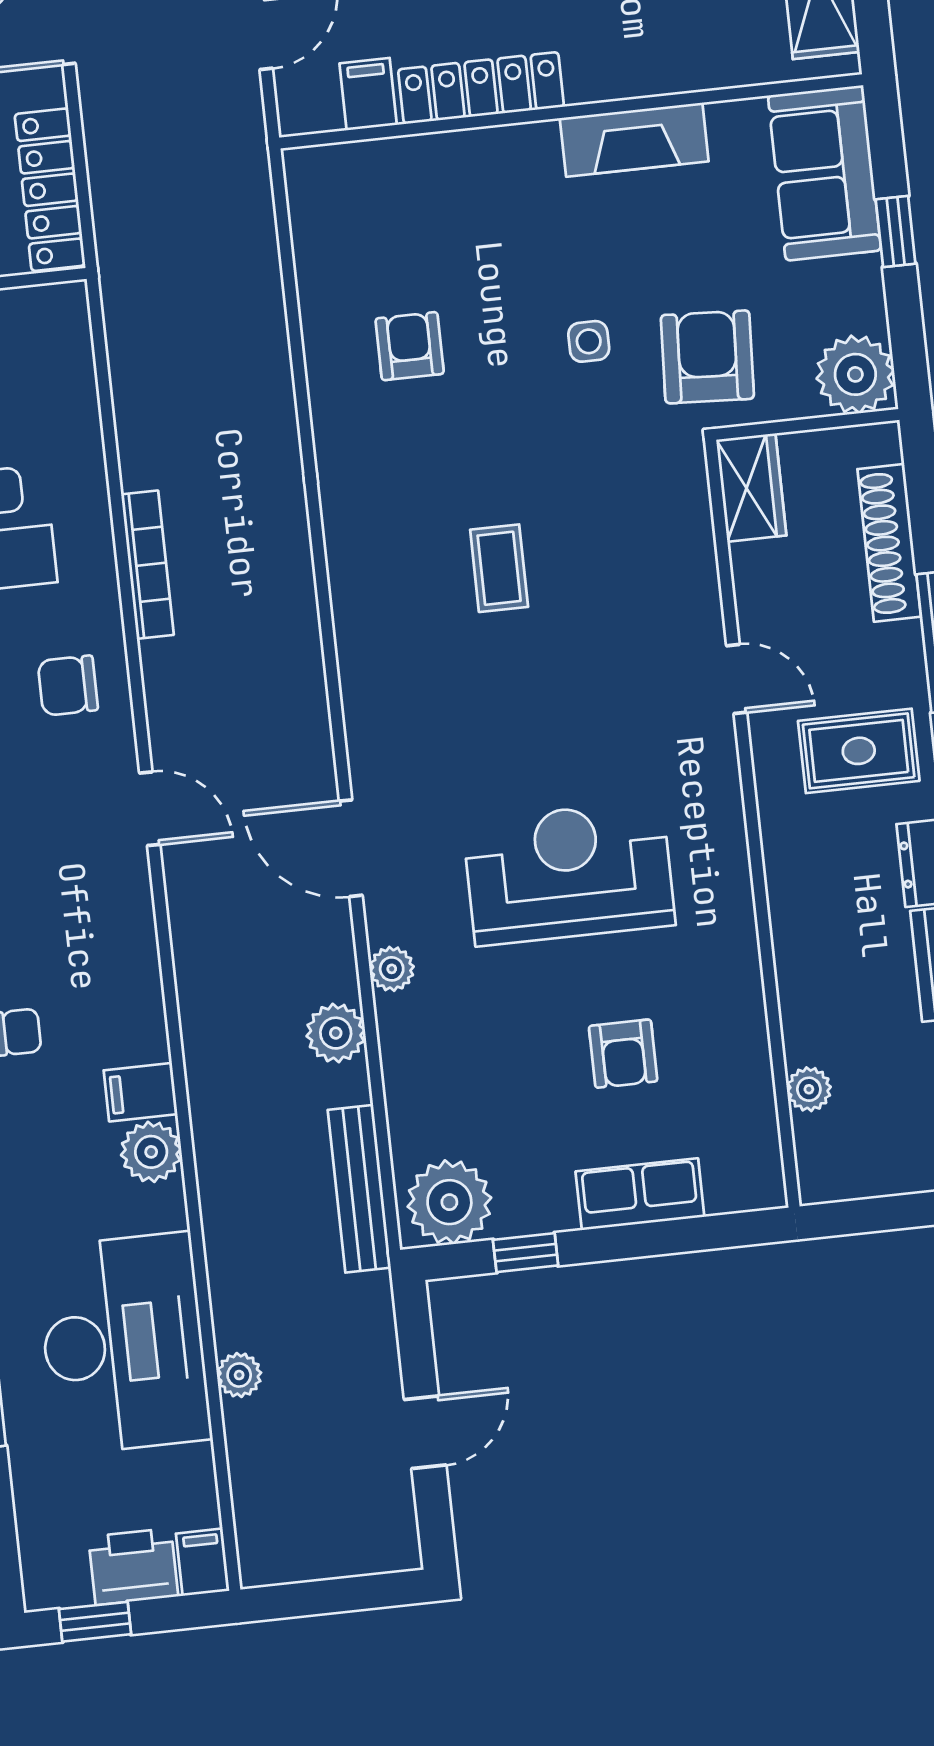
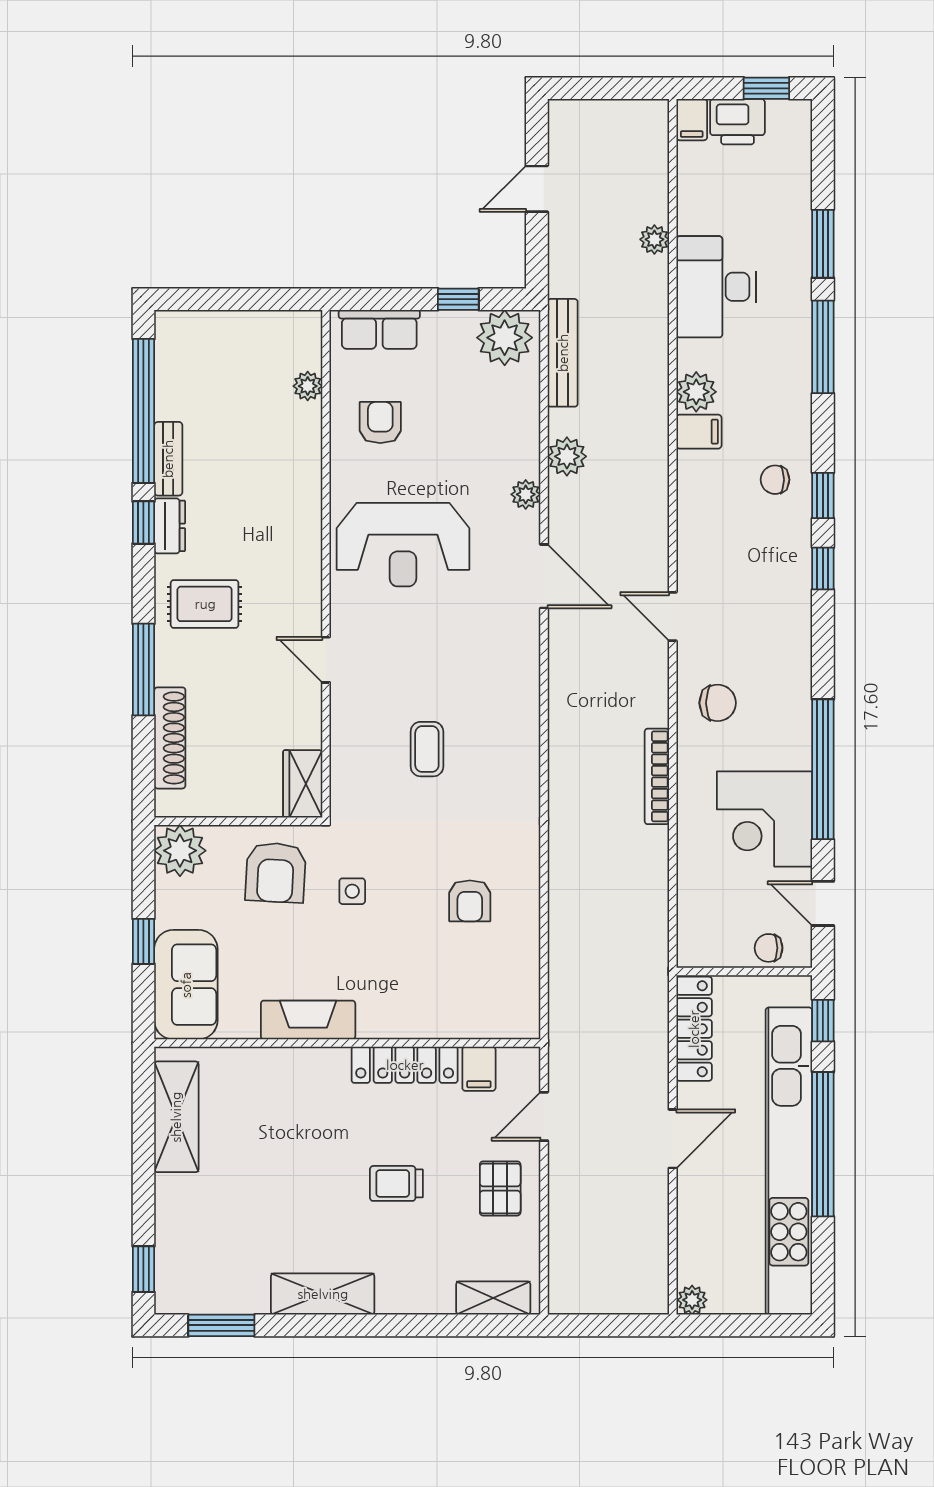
wardrobe: (751, 488) -> (303, 784), moved
door: (737, 679) -> (326, 660), moved
wall: (752, 824) -> (326, 564), moved
plant: (809, 1089) -> (308, 386), moved
desk: (123, 1343) -> (716, 287), width x0.73, depth x0.77

